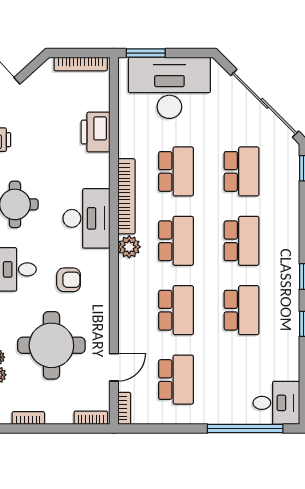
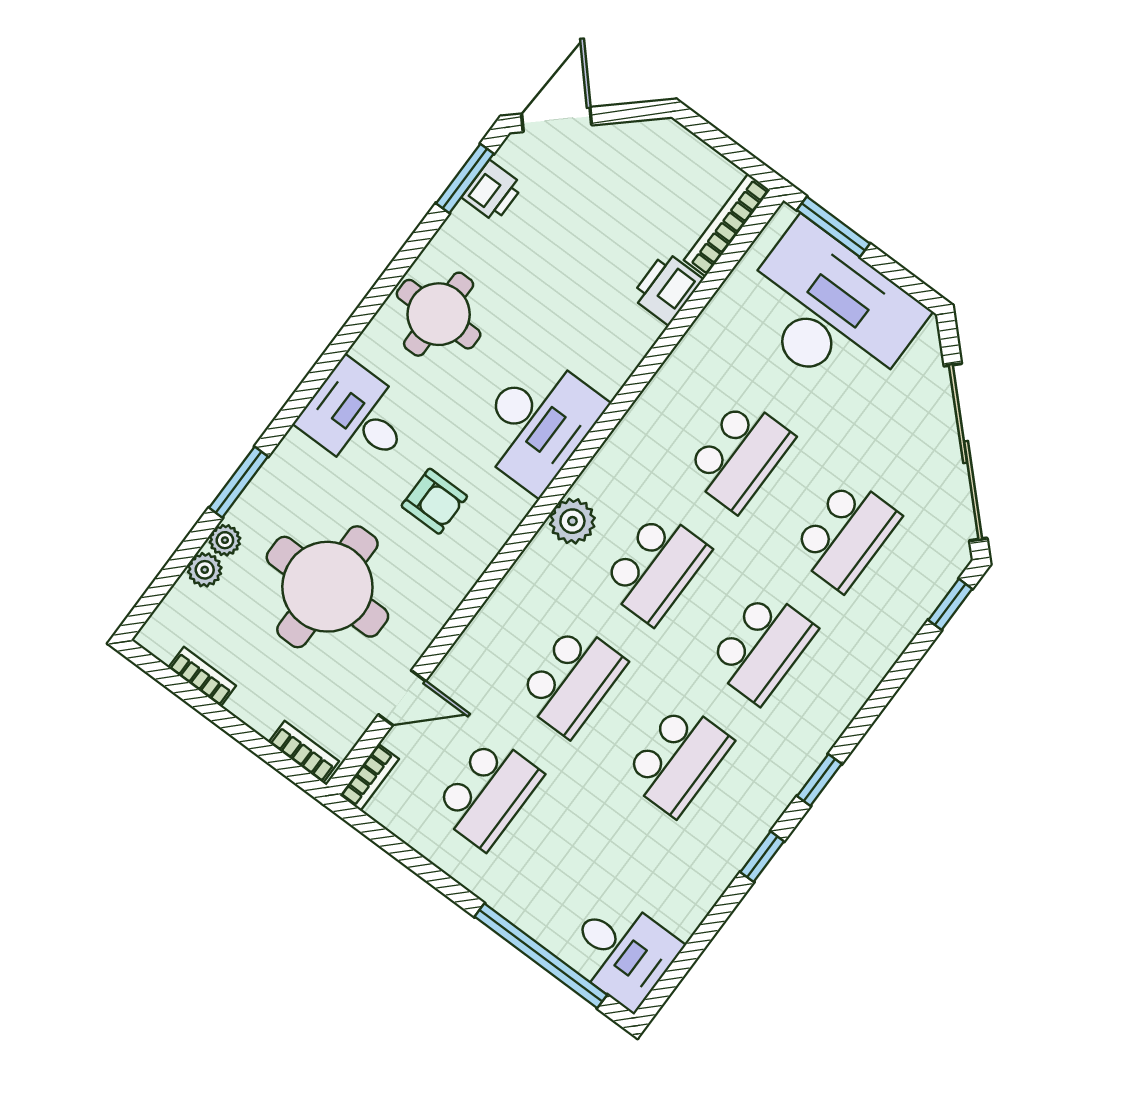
bookcase: (81, 64) -> (727, 225), moved, turned 90
printer: (96, 132) -> (667, 288), width x0.73, depth x0.84
bookcase: (126, 196) -> (629, 436), removed

